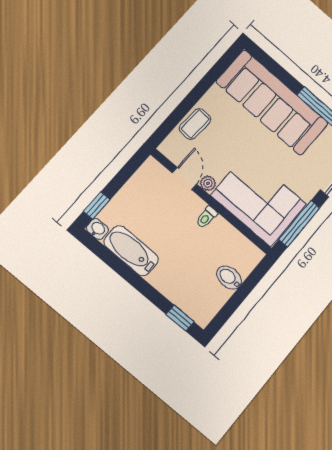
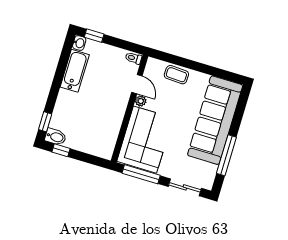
door: (185, 179) -> (137, 84), hinge flipped
toilet: (207, 217) -> (134, 58), moved
bidet: (229, 278) -> (55, 137), moved, turned 90
window: (226, 313) -> (61, 150), added

